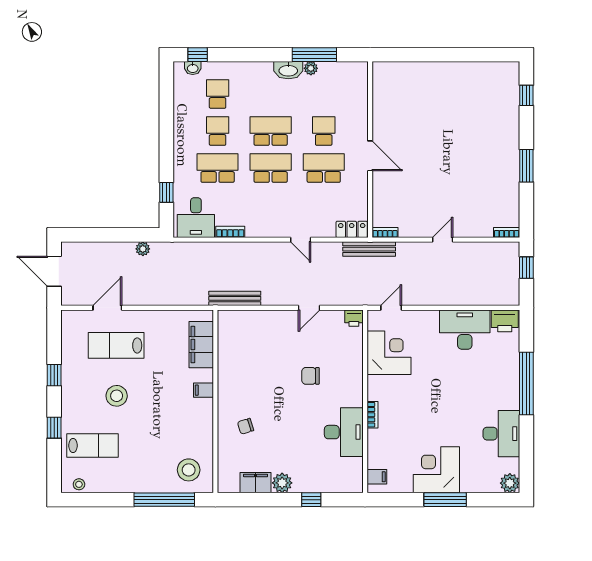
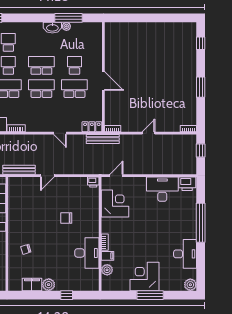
door: (309, 308) -> (47, 176), moved
plant: (376, 459) -> (107, 270), added
filing cabinet: (377, 477) -> (108, 256), moved

